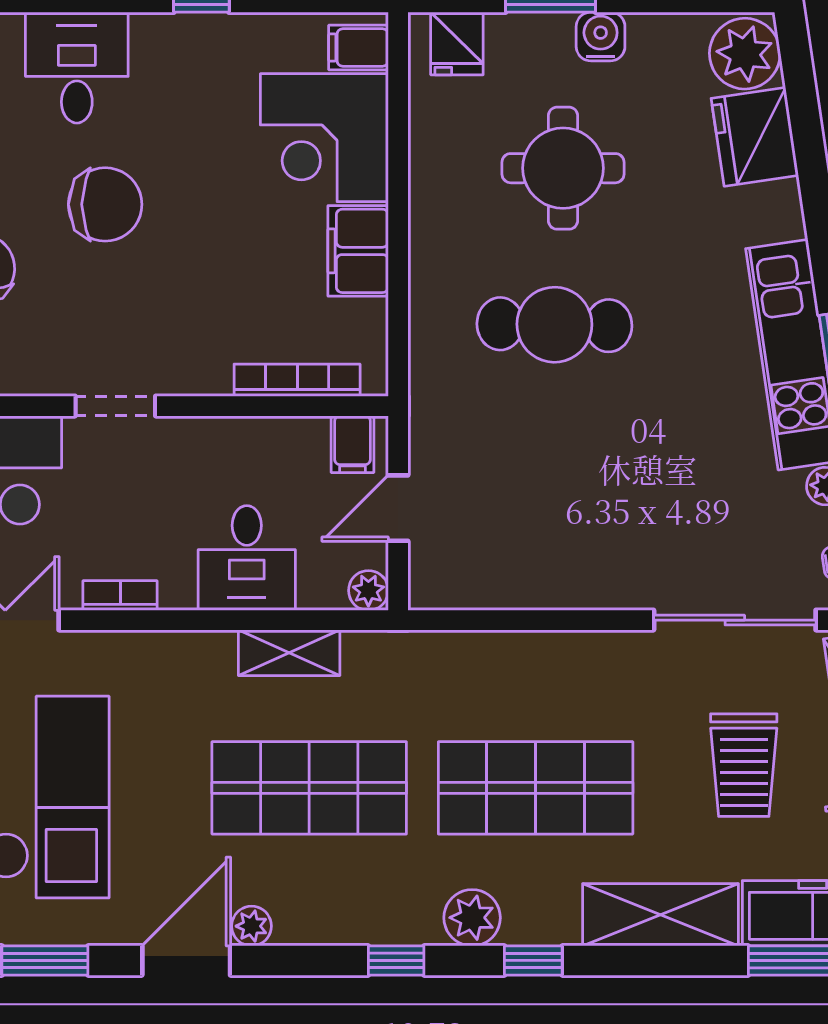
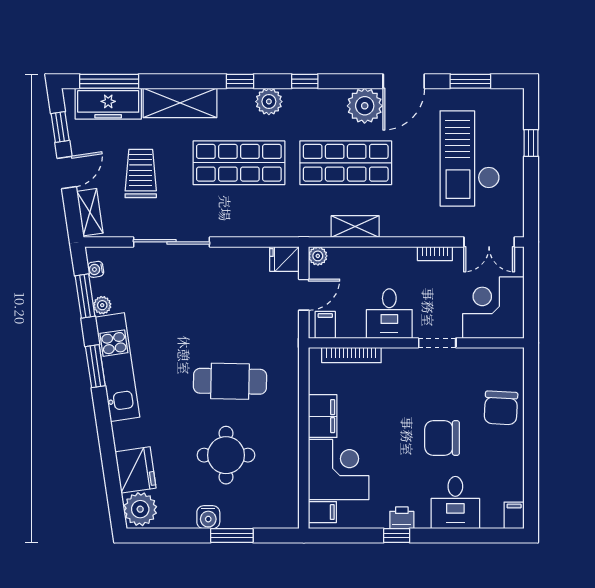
printer: (190, 35) -> (402, 518), added
fridge: (457, 43) -> (284, 259), moved, turned -90
desk: (247, 558) -> (389, 314), moved, turned 180
sliding door: (735, 620) -> (172, 242), moved
plant: (252, 926) -> (365, 106), width x1.87, depth x1.87

